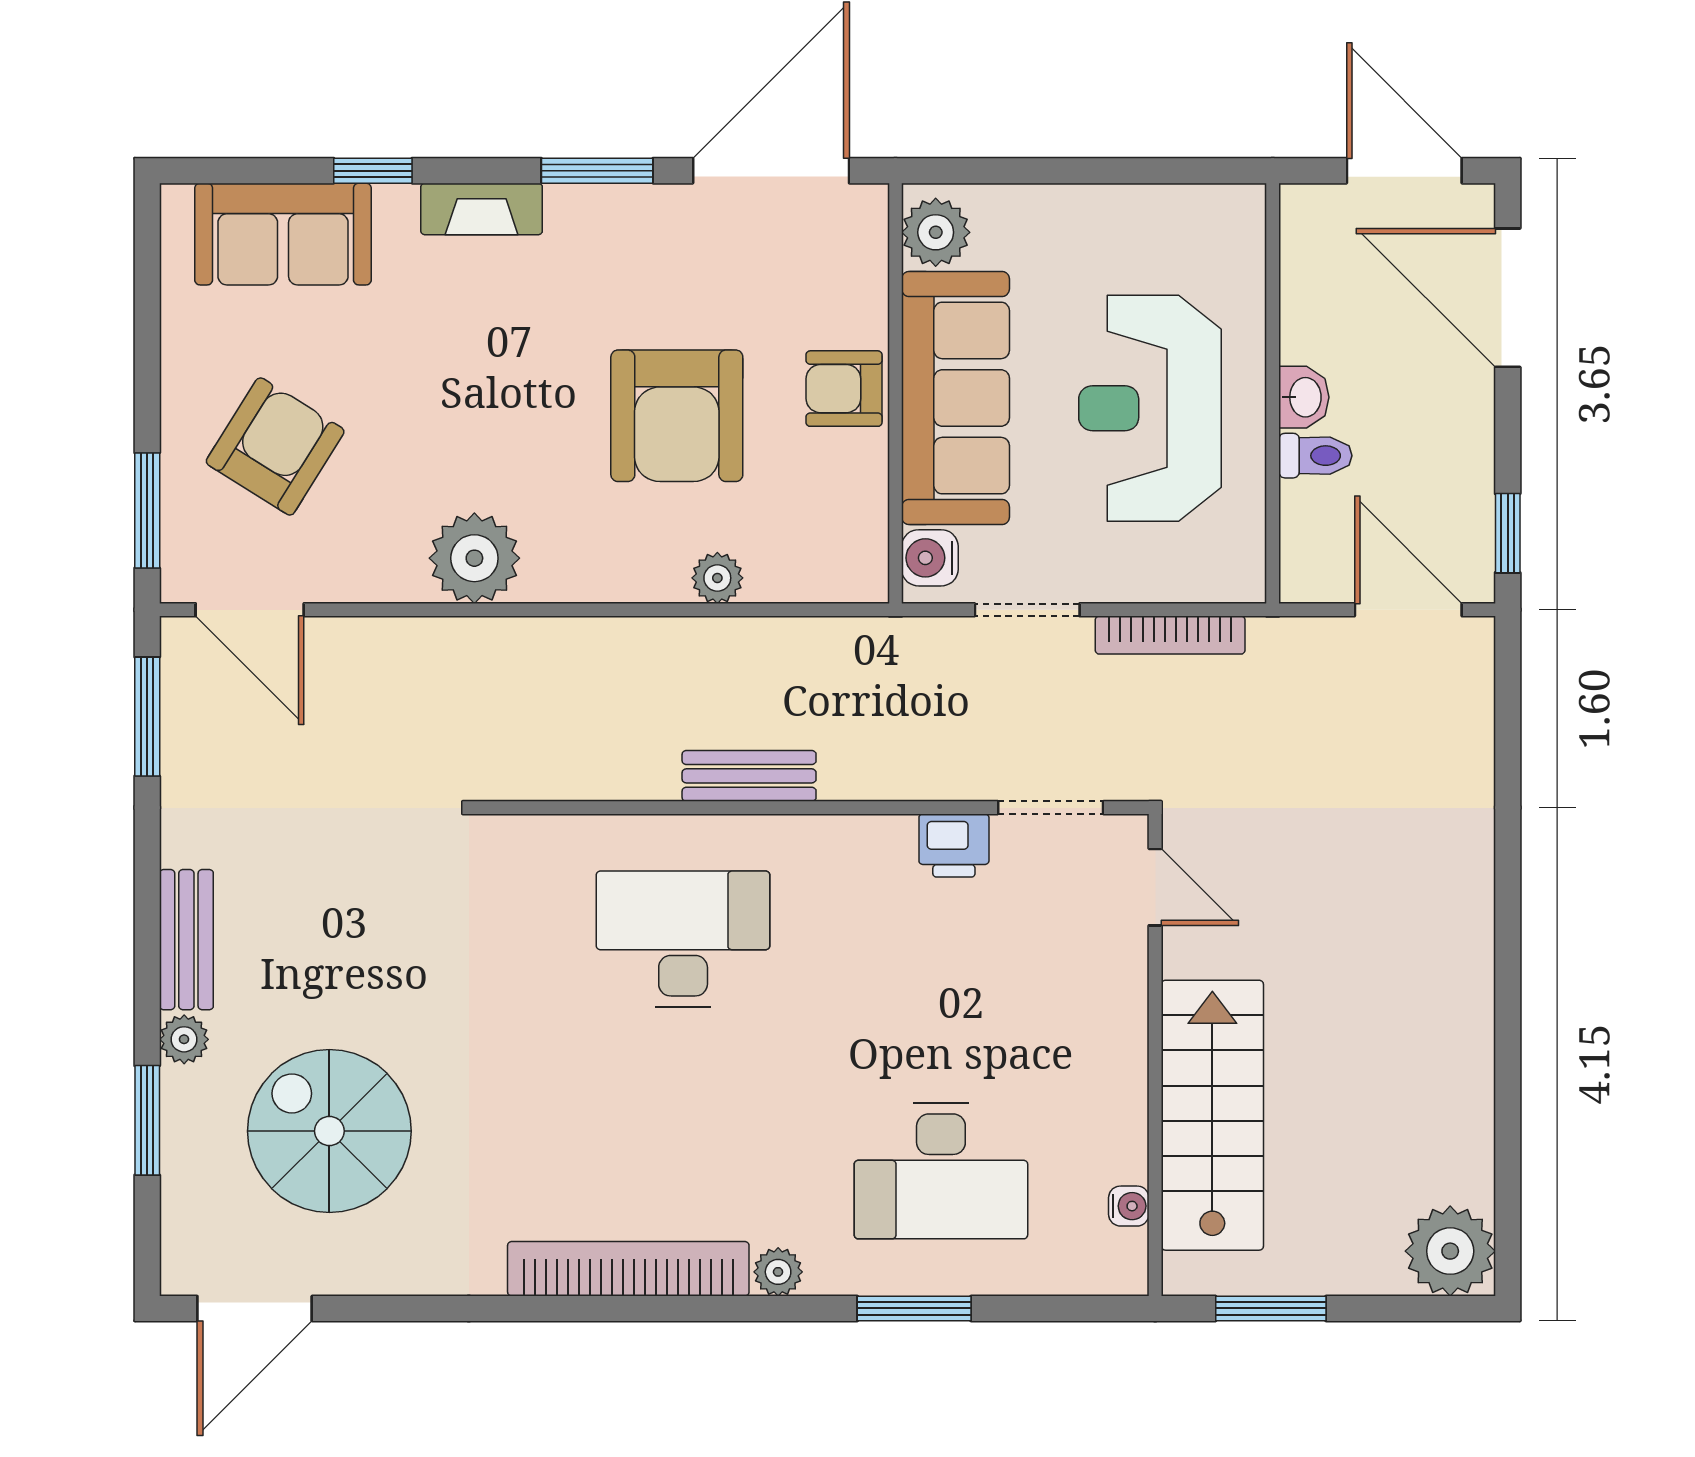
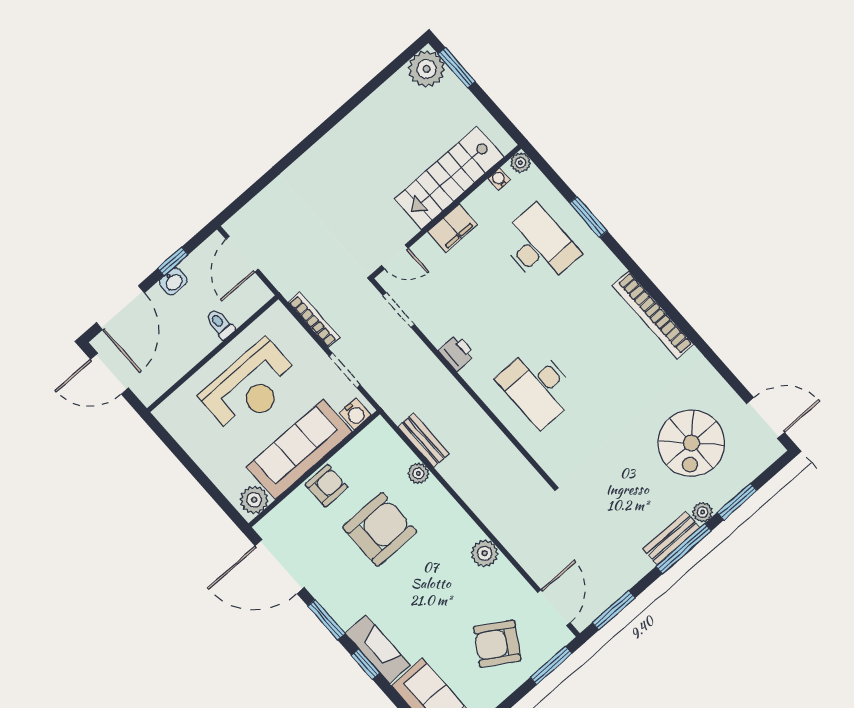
window: (373, 171) -> (366, 664), moved
door: (1404, 171) -> (109, 373), hinge flipped
fireplace: (482, 209) -> (378, 649), width x1.37, depth x1.32
armchair: (844, 389) -> (326, 486), turned -90
washbasin: (1304, 397) -> (173, 281), moved, turned 180
window: (1508, 533) -> (173, 261), moved
plant: (474, 558) -> (485, 553), width x0.73, depth x0.73
bench: (749, 776) -> (423, 440), moved
printer: (954, 846) -> (457, 353), moved
door: (1155, 887) -> (395, 257), swing flipped
window: (147, 945) -> (684, 549), added
filing cabinet: (1114, 1040) -> (452, 228), added
plant: (778, 1272) -> (520, 163), moved
window: (1271, 1308) -> (457, 68), moved

